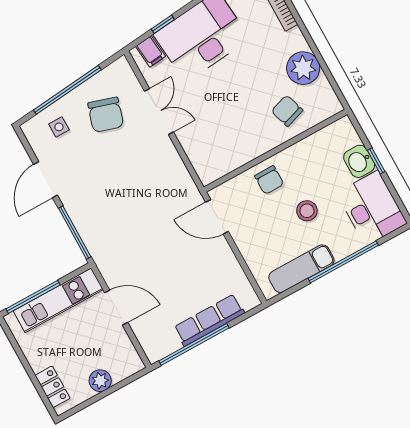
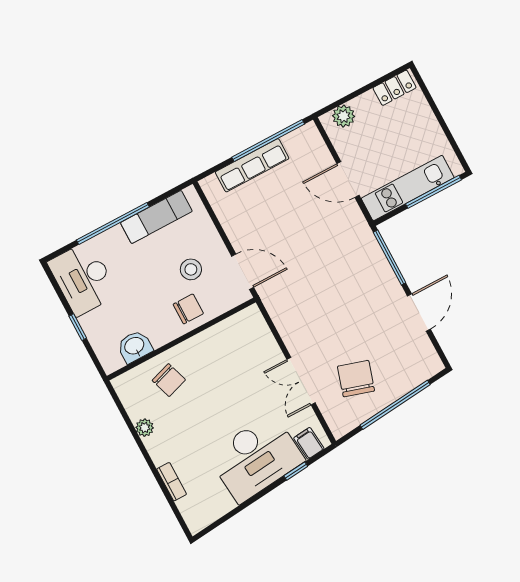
plant: (303, 68) -> (145, 428), width x0.53, depth x0.53
side table: (59, 127) -> (404, 367), removed
washbasin: (359, 161) -> (135, 346), moved, turned -90
chair: (269, 180) -> (188, 309), turned 90
stool: (307, 211) -> (191, 269), moved
plant: (100, 381) -> (344, 116), moved
locker: (52, 387) -> (395, 88), moved, turned -90

